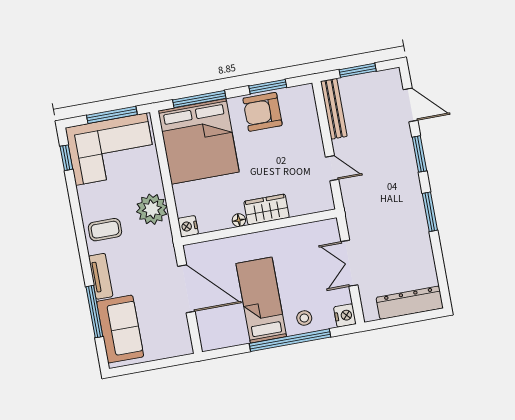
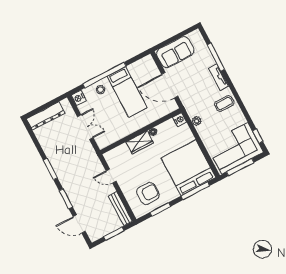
armchair: (262, 112) -> (148, 193), moved
plant: (152, 209) -> (197, 121), width x0.53, depth x0.53
sofa: (120, 329) -> (175, 52), moved, turned -90

